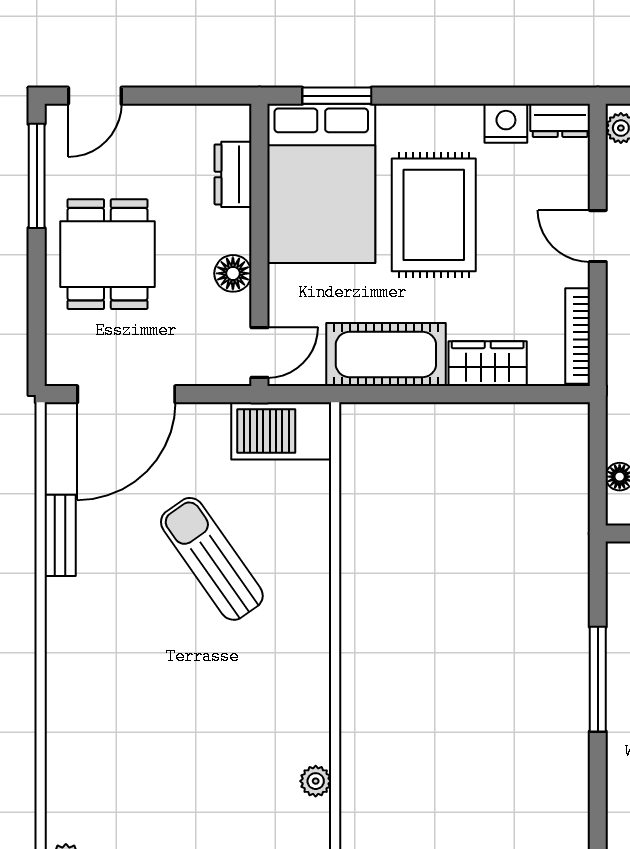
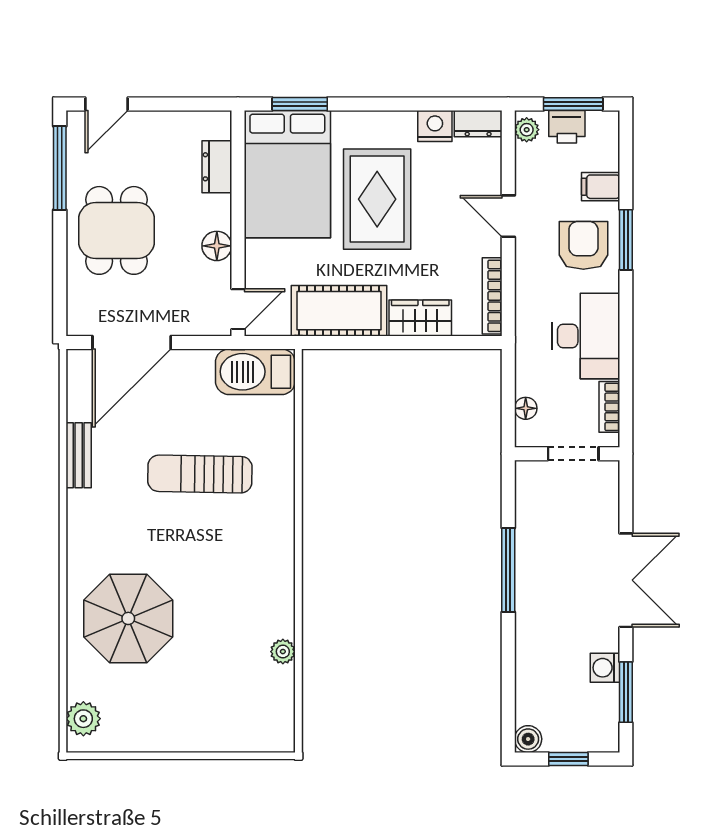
sun lounger: (212, 559) -> (200, 474), turned -54
parasol: (122, 740) -> (128, 618), added

